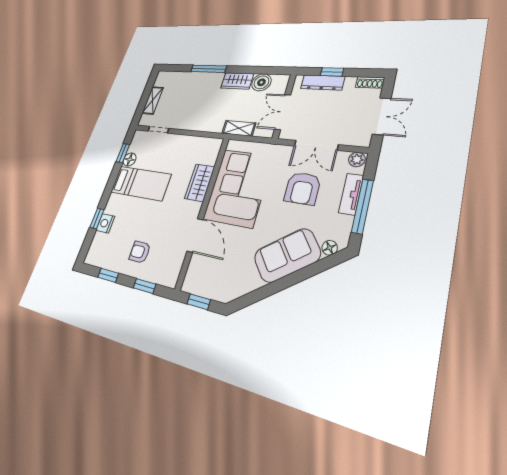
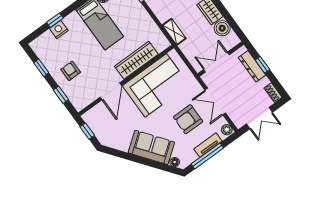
shelving: (239, 128) -> (174, 32), moved
wardrobe: (200, 183) -> (136, 60), width x1.50

